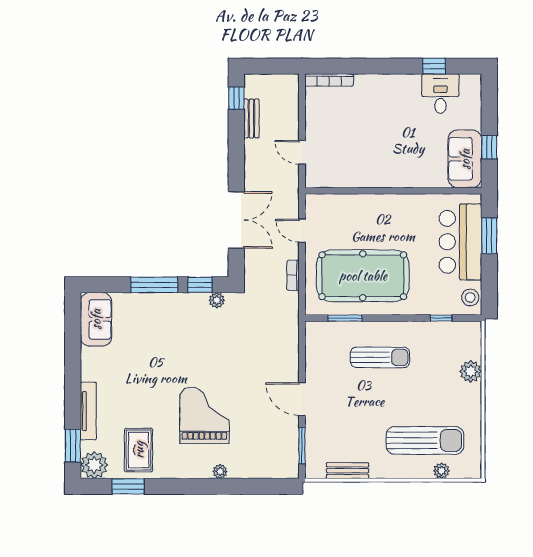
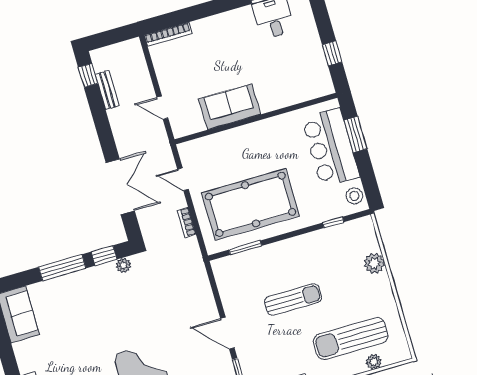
sofa: (465, 159) -> (230, 107), moved, turned 90
sun lounger: (380, 357) -> (293, 300), moved
sun lounger: (425, 440) -> (351, 338), turned 180

